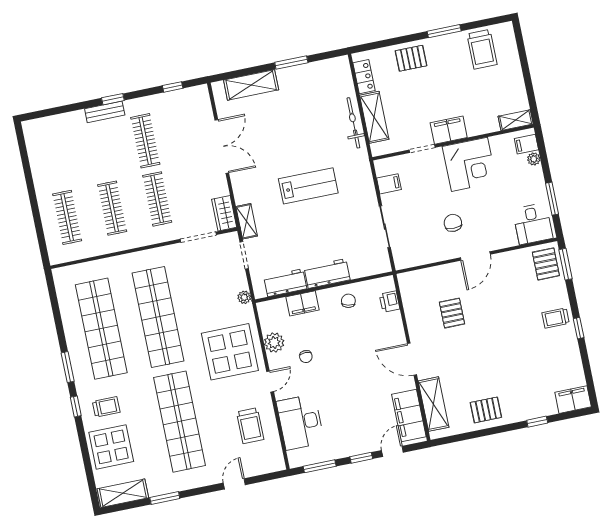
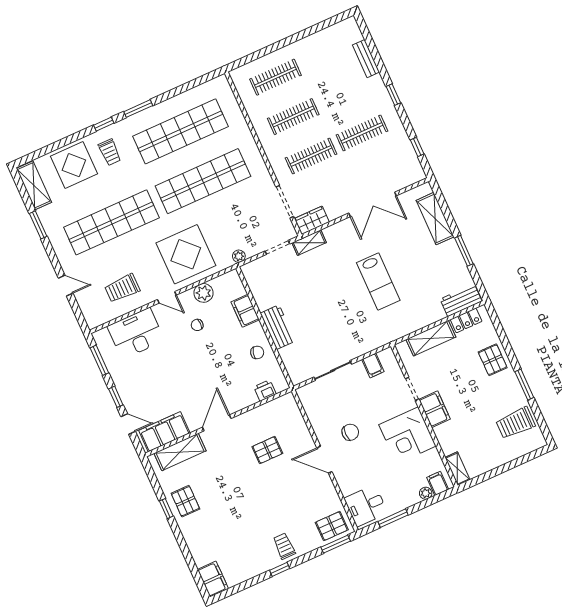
bench: (105, 112) -> (366, 59), moved
bicycle: (353, 123) -> (421, 320), removed
lab bench: (308, 186) -> (378, 282), moved
workbench: (285, 283) -> (461, 300), moved, turned -90
window: (537, 422) -> (166, 509), moved

